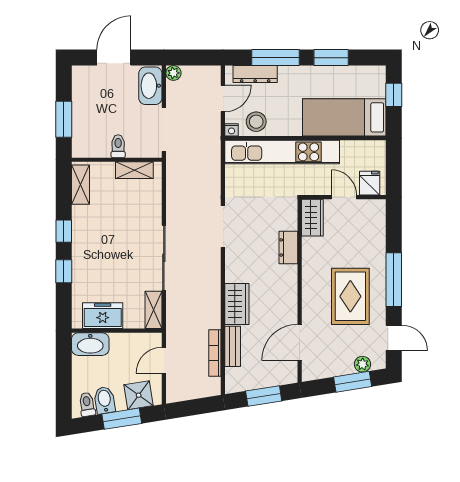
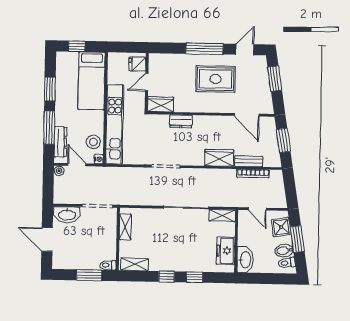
plant: (173, 73) -> (59, 171), moved
toilet: (118, 146) -> (108, 265), moved
plant: (362, 364) -> (263, 72), removed

